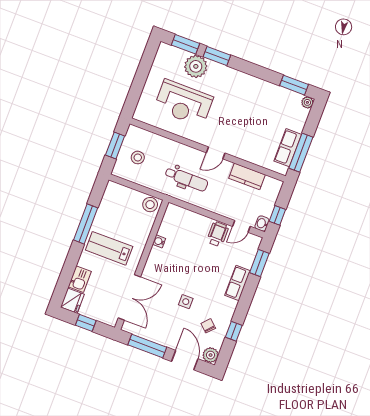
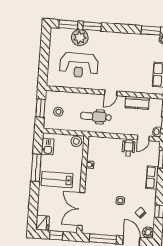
dental chair: (186, 179) -> (96, 117), turned 180
kitchen sink: (80, 279) -> (48, 146), moved
double door: (129, 297) -> (81, 209), swing flipped

